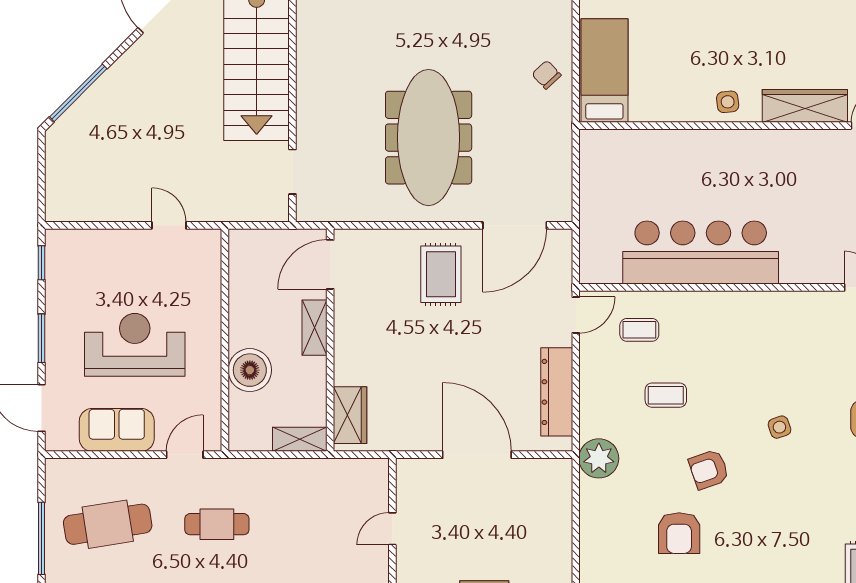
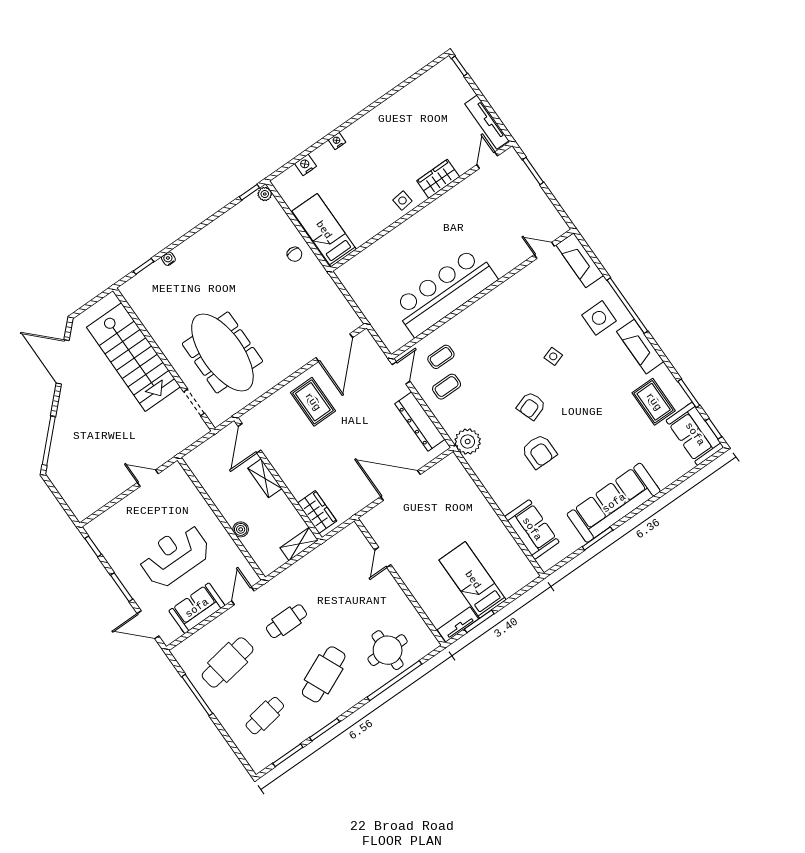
chair: (546, 75) -> (295, 254), turned -137
wardrobe: (805, 106) -> (438, 179), width x0.67
meeting table: (429, 138) -> (222, 352), moved
boiler: (250, 370) -> (241, 529), width x0.54, depth x0.54
coffee table: (666, 395) -> (447, 387), moved

